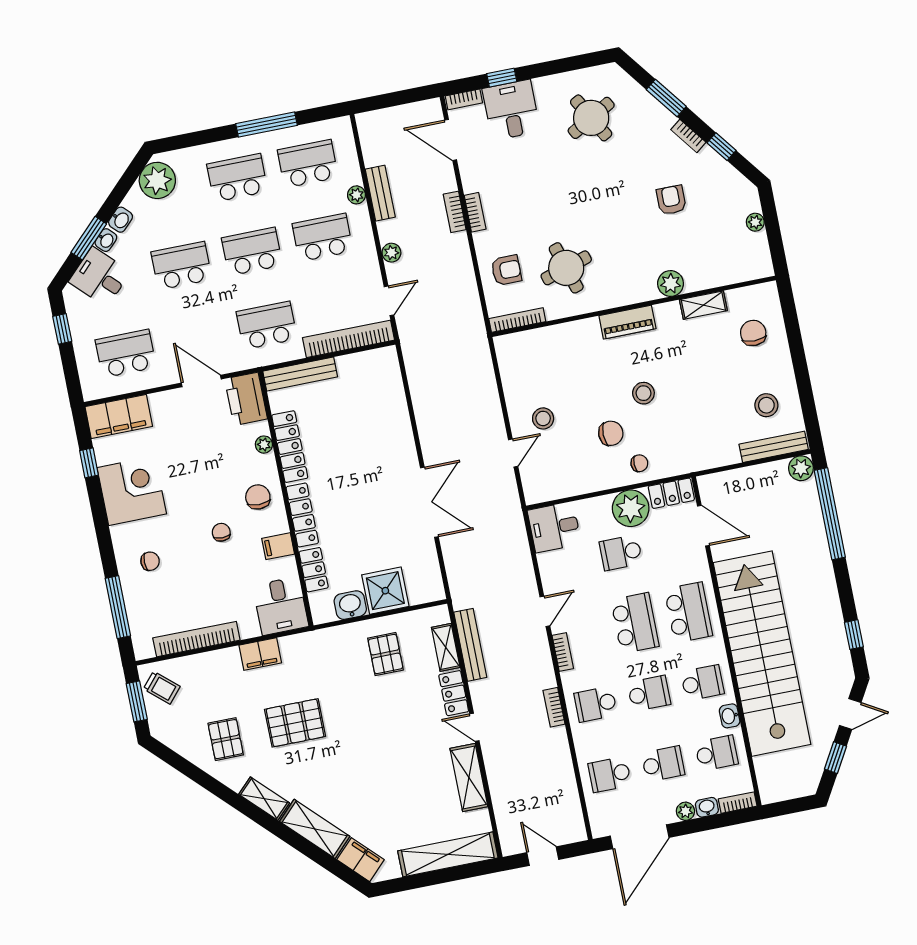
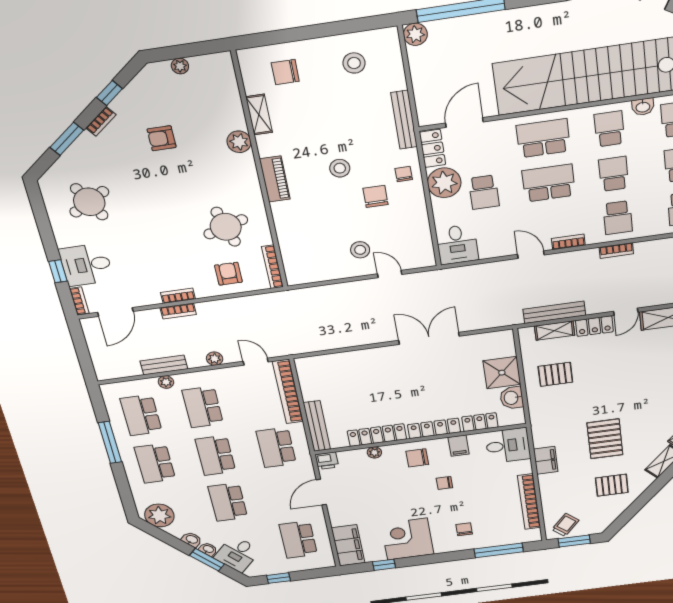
printer: (246, 399) -> (327, 461), width x0.53, depth x0.68
bench: (774, 447) -> (404, 120), moved

